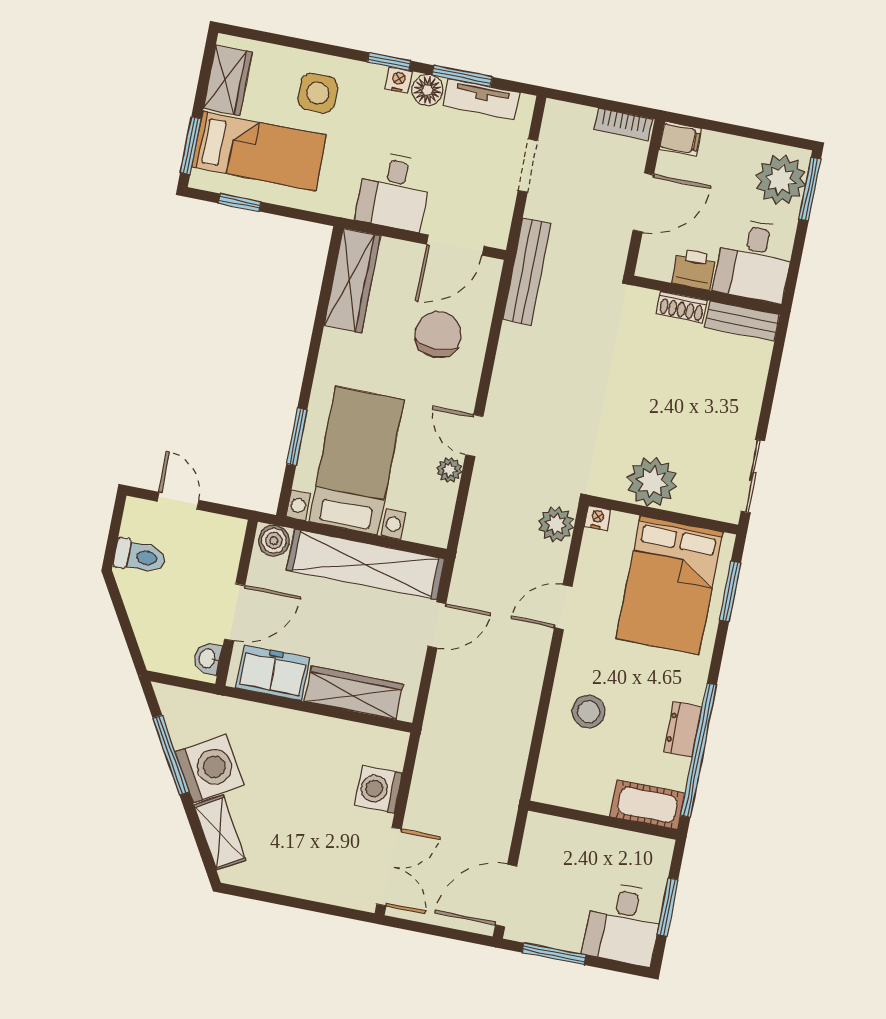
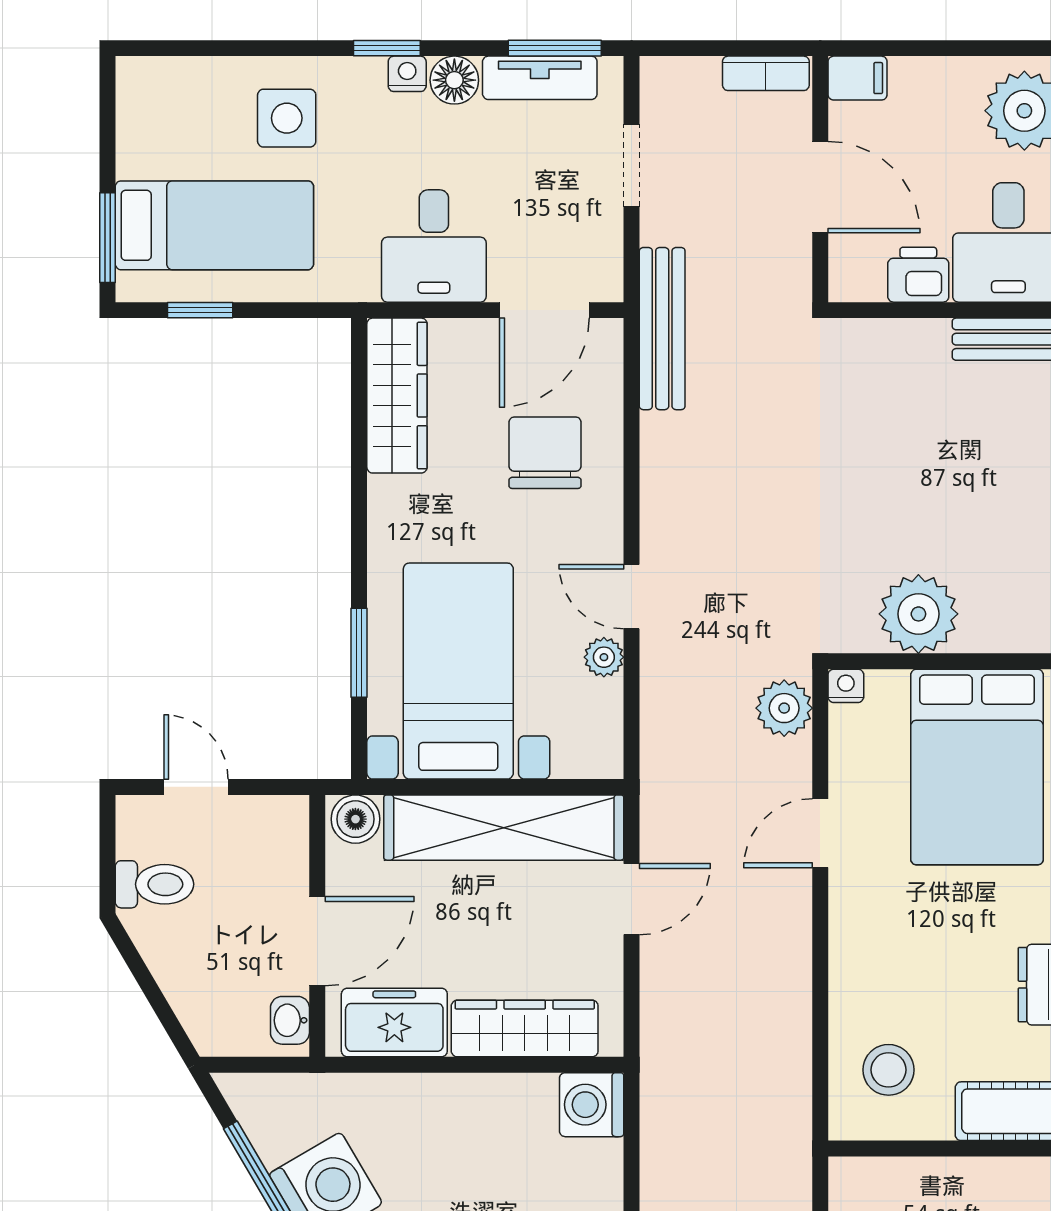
window: (462, 76) -> (555, 48), moved
wardrobe: (228, 80) -> (145, 126), removed
door: (643, 202) -> (820, 187), hinge flipped
shoe rack: (682, 307) -> (911, 336), removed
stool: (589, 712) -> (889, 1070), moved
washing machine: (378, 789) -> (592, 1105), moved

